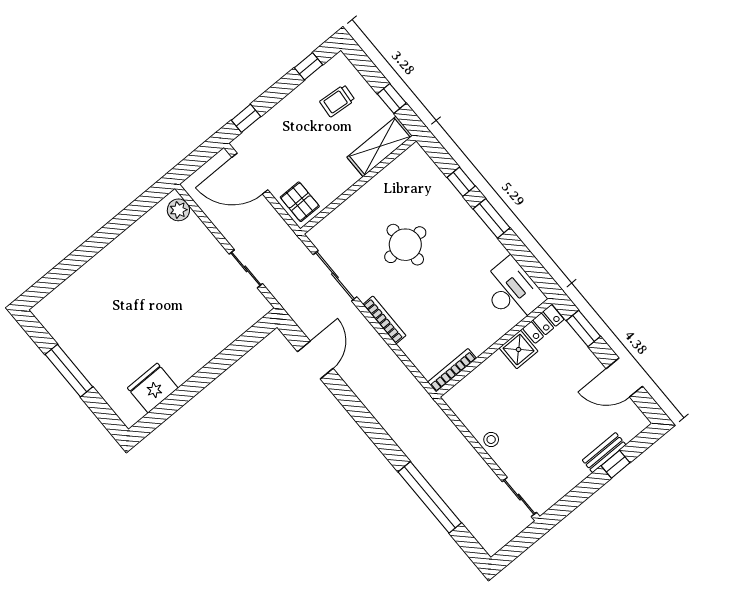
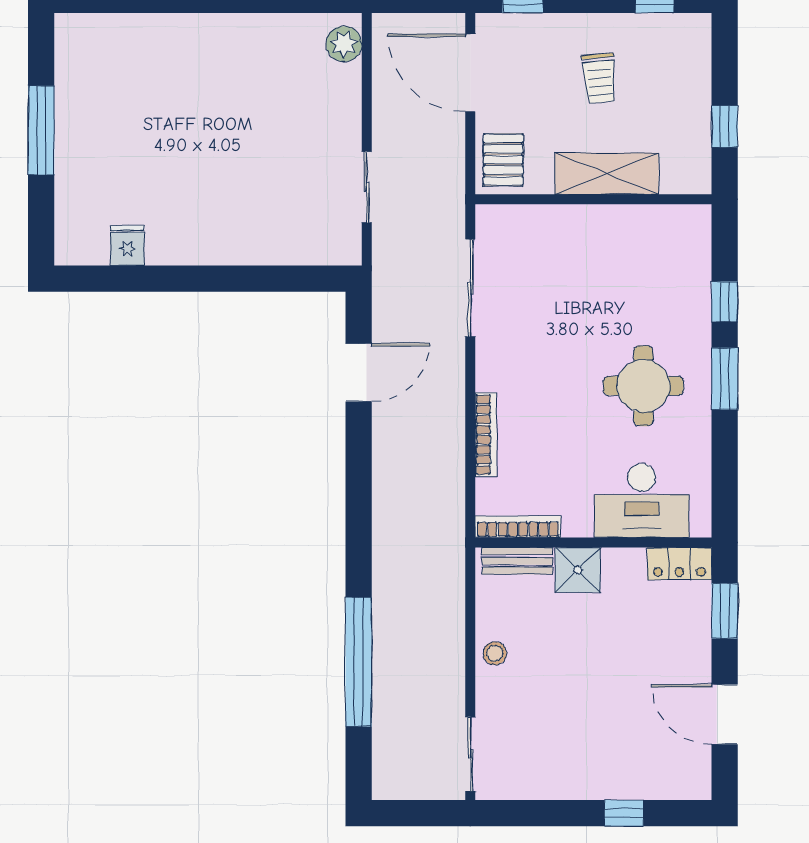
trolley: (337, 101) -> (599, 78), moved, turned -100
shelving: (380, 147) -> (607, 174), moved
round table: (405, 245) -> (643, 386), moved
desk: (512, 291) -> (642, 501), moved, turned 90
bookcase: (384, 320) -> (486, 435), moved
shower: (519, 350) -> (578, 570), moved
fridge: (153, 388) -> (127, 246), width x0.53, depth x0.75
bench: (604, 453) -> (517, 561), moved

